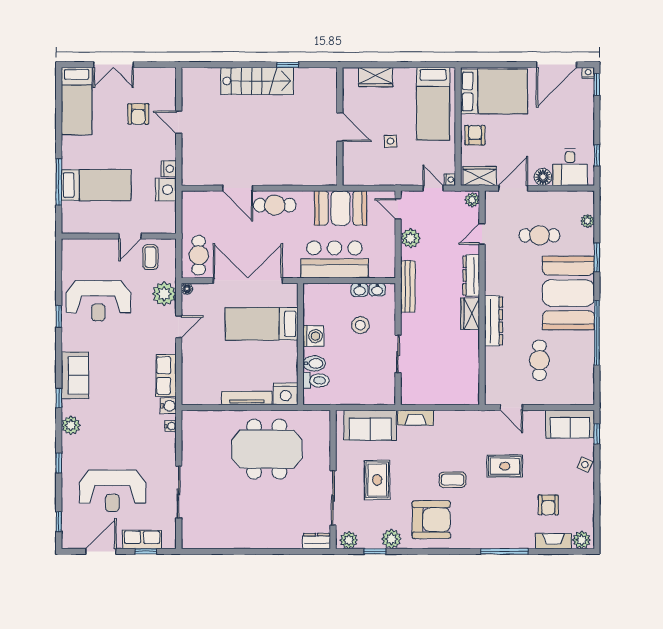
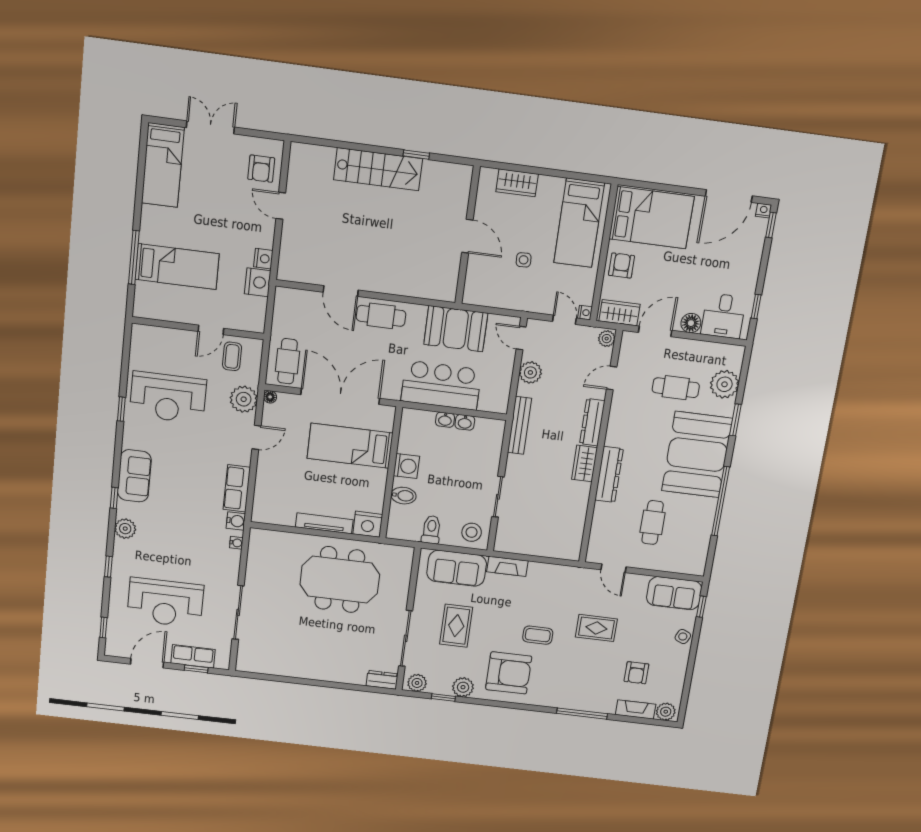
double door: (113, 65) -> (210, 127), swing flipped
armchair: (138, 114) -> (261, 169), moved
plant: (587, 221) -> (725, 384), width x1.87, depth x1.87
washbasin: (377, 290) -> (445, 420), moved
stool: (360, 325) -> (472, 532), moved
toilet: (316, 380) -> (431, 530), moved, turned -90

